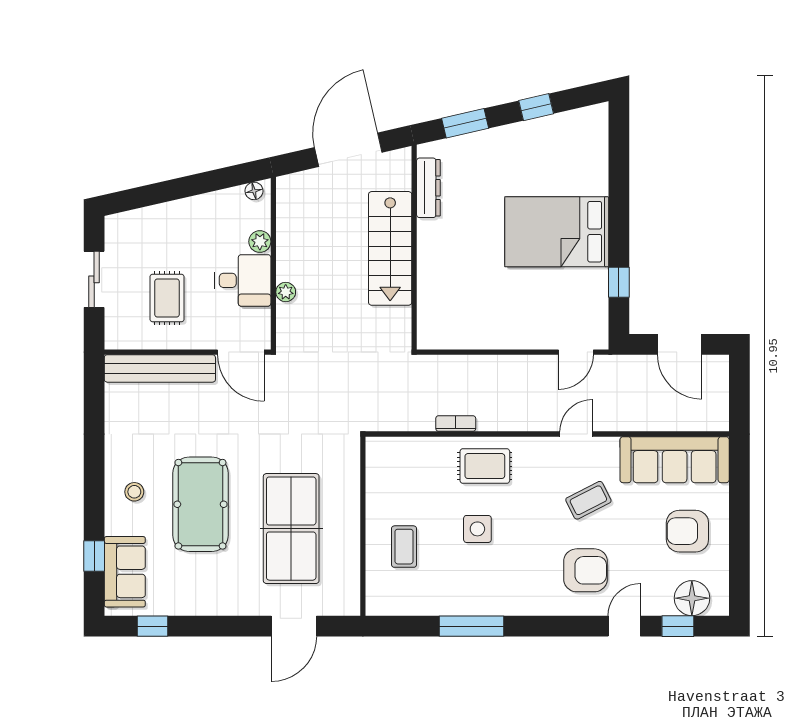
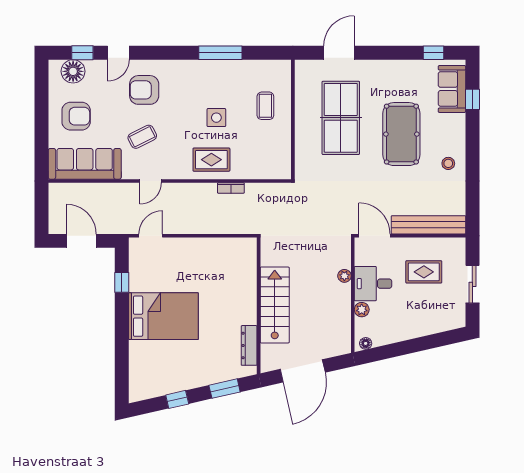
rug: (167, 298) -> (424, 272), turned 90
stool: (134, 492) -> (448, 163), moved

